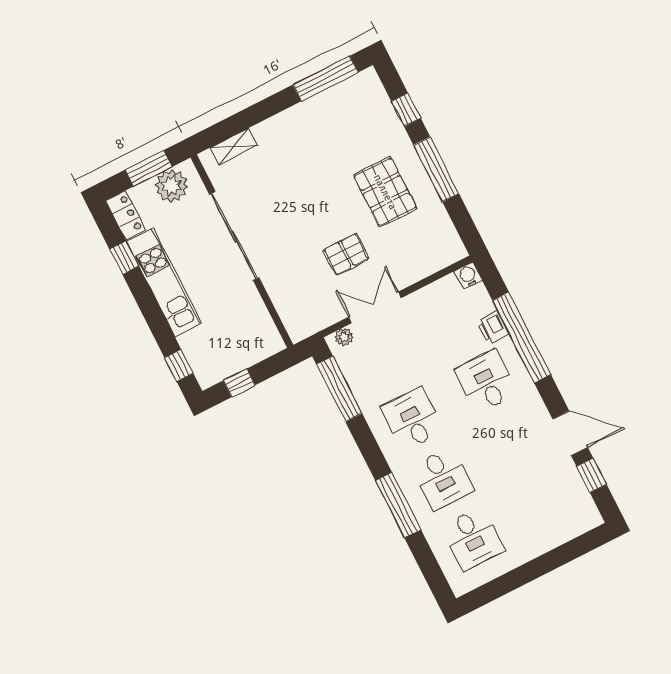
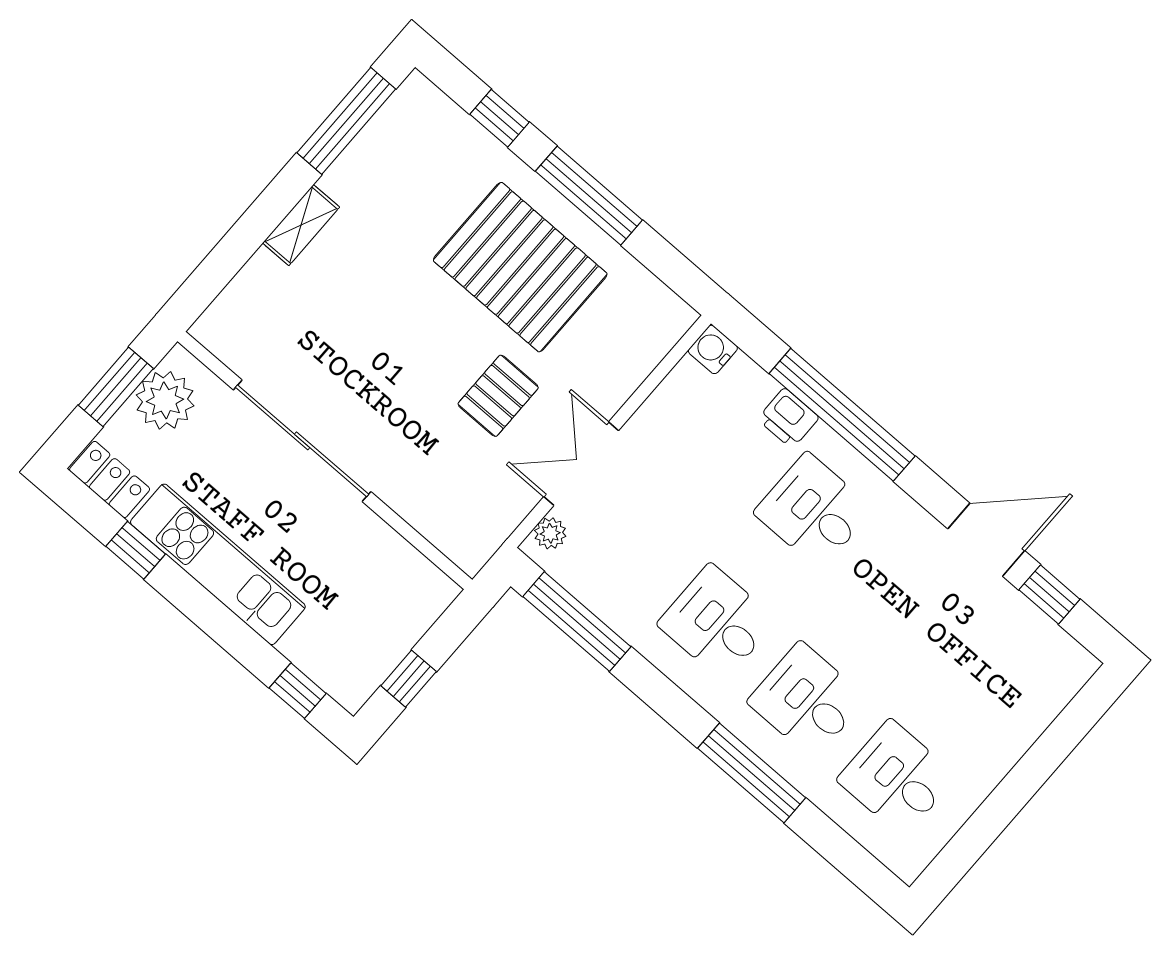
shelving: (234, 147) -> (301, 225), moved
pallet: (385, 192) -> (520, 267), width x1.37, depth x1.41
desk: (442, 479) -> (807, 700), turned 180
desk: (473, 539) -> (897, 778), turned 180

